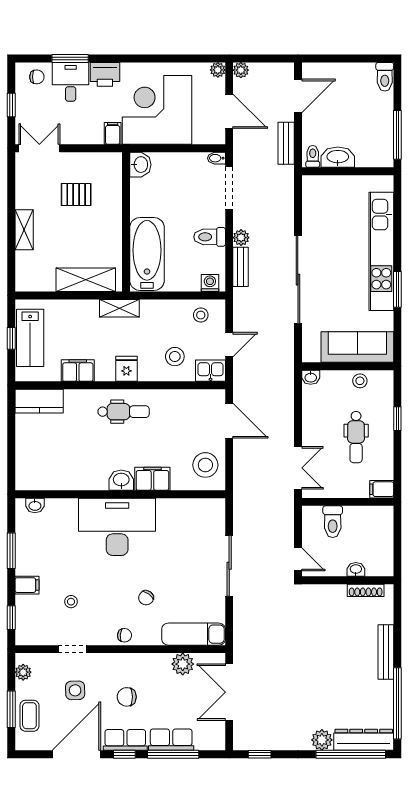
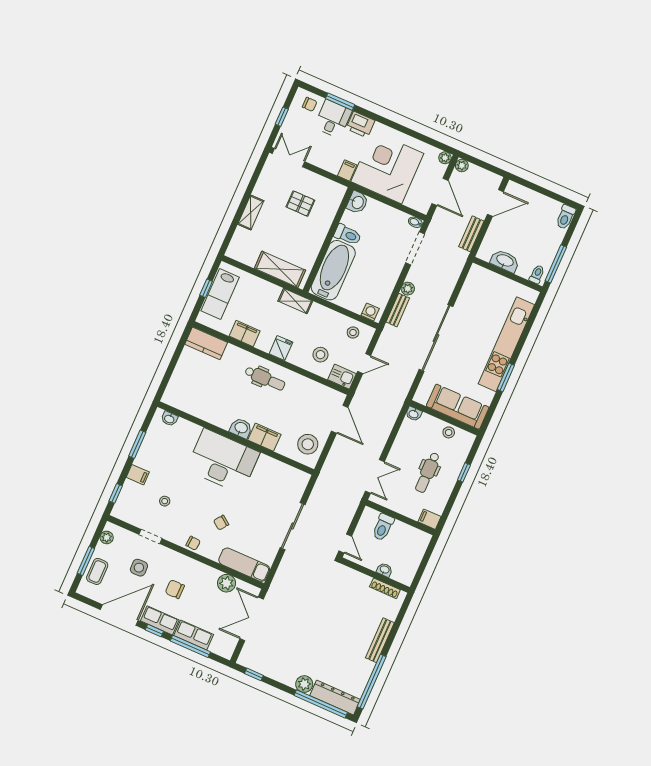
toilet: (313, 156) -> (537, 274), moved
toilet: (210, 237) -> (348, 235), moved, turned 180

